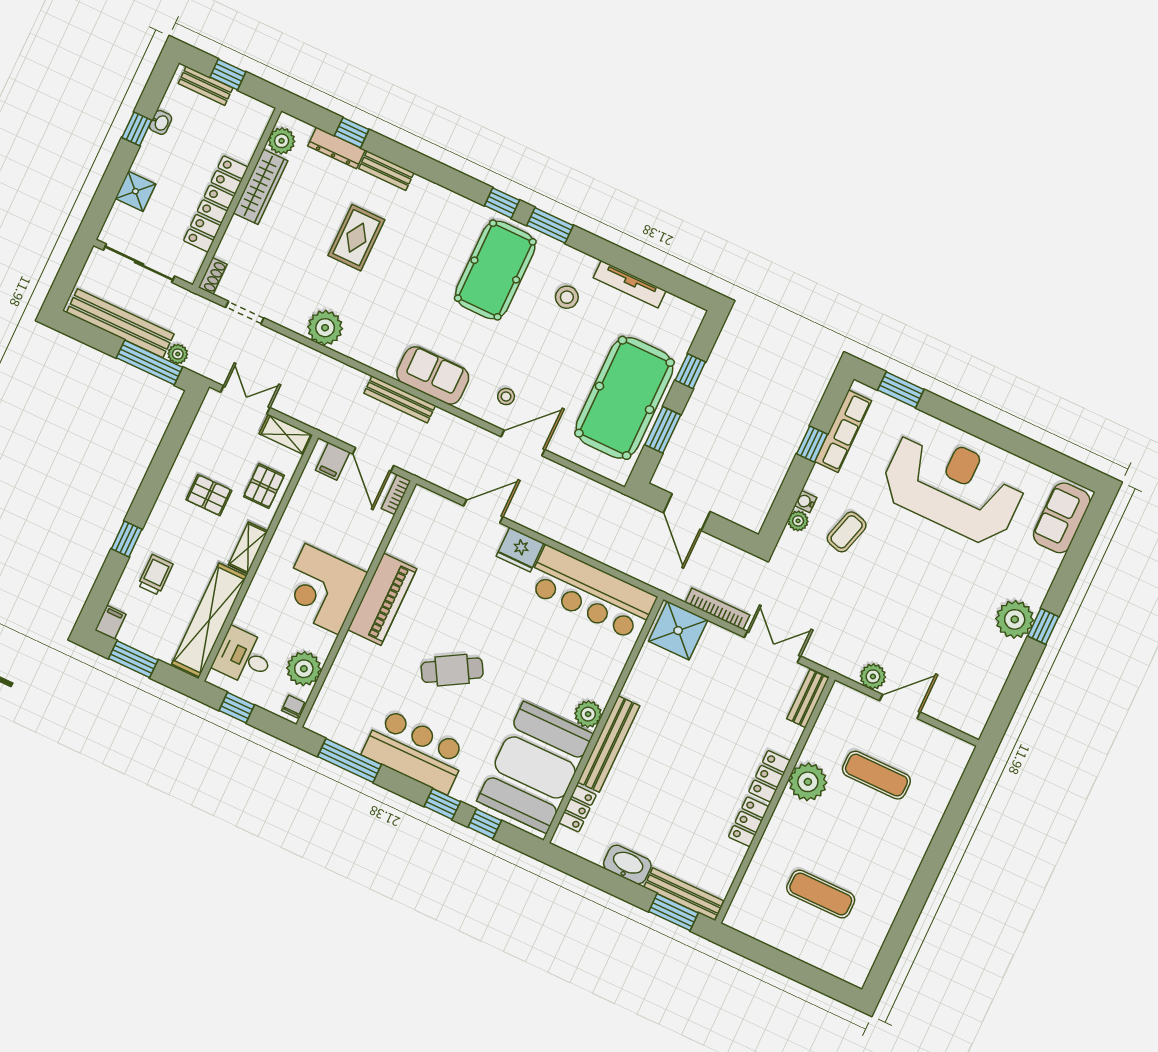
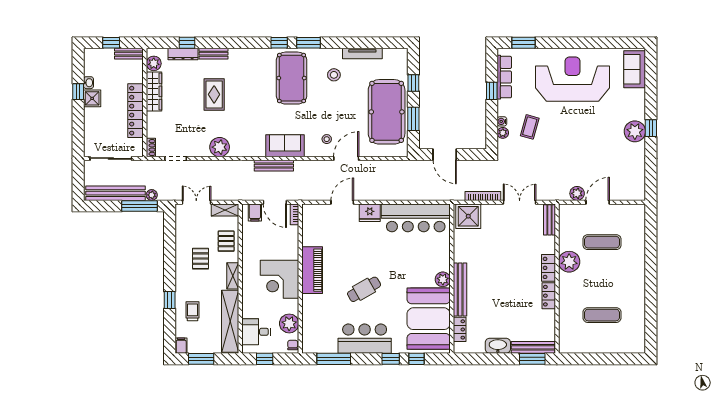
bench: (206, 86) -> (129, 54), moved
shower: (135, 191) -> (92, 98), moved
pallet: (209, 495) -> (201, 259), turned 90

